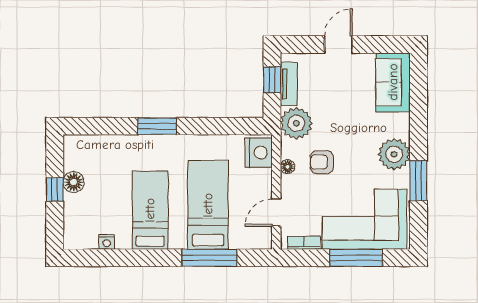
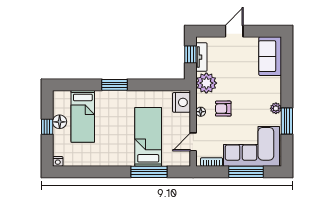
plant: (394, 154) -> (276, 108), width x0.53, depth x0.53
bed: (150, 210) -> (83, 116), moved, turned 180
nightstand: (107, 242) -> (58, 161), moved

